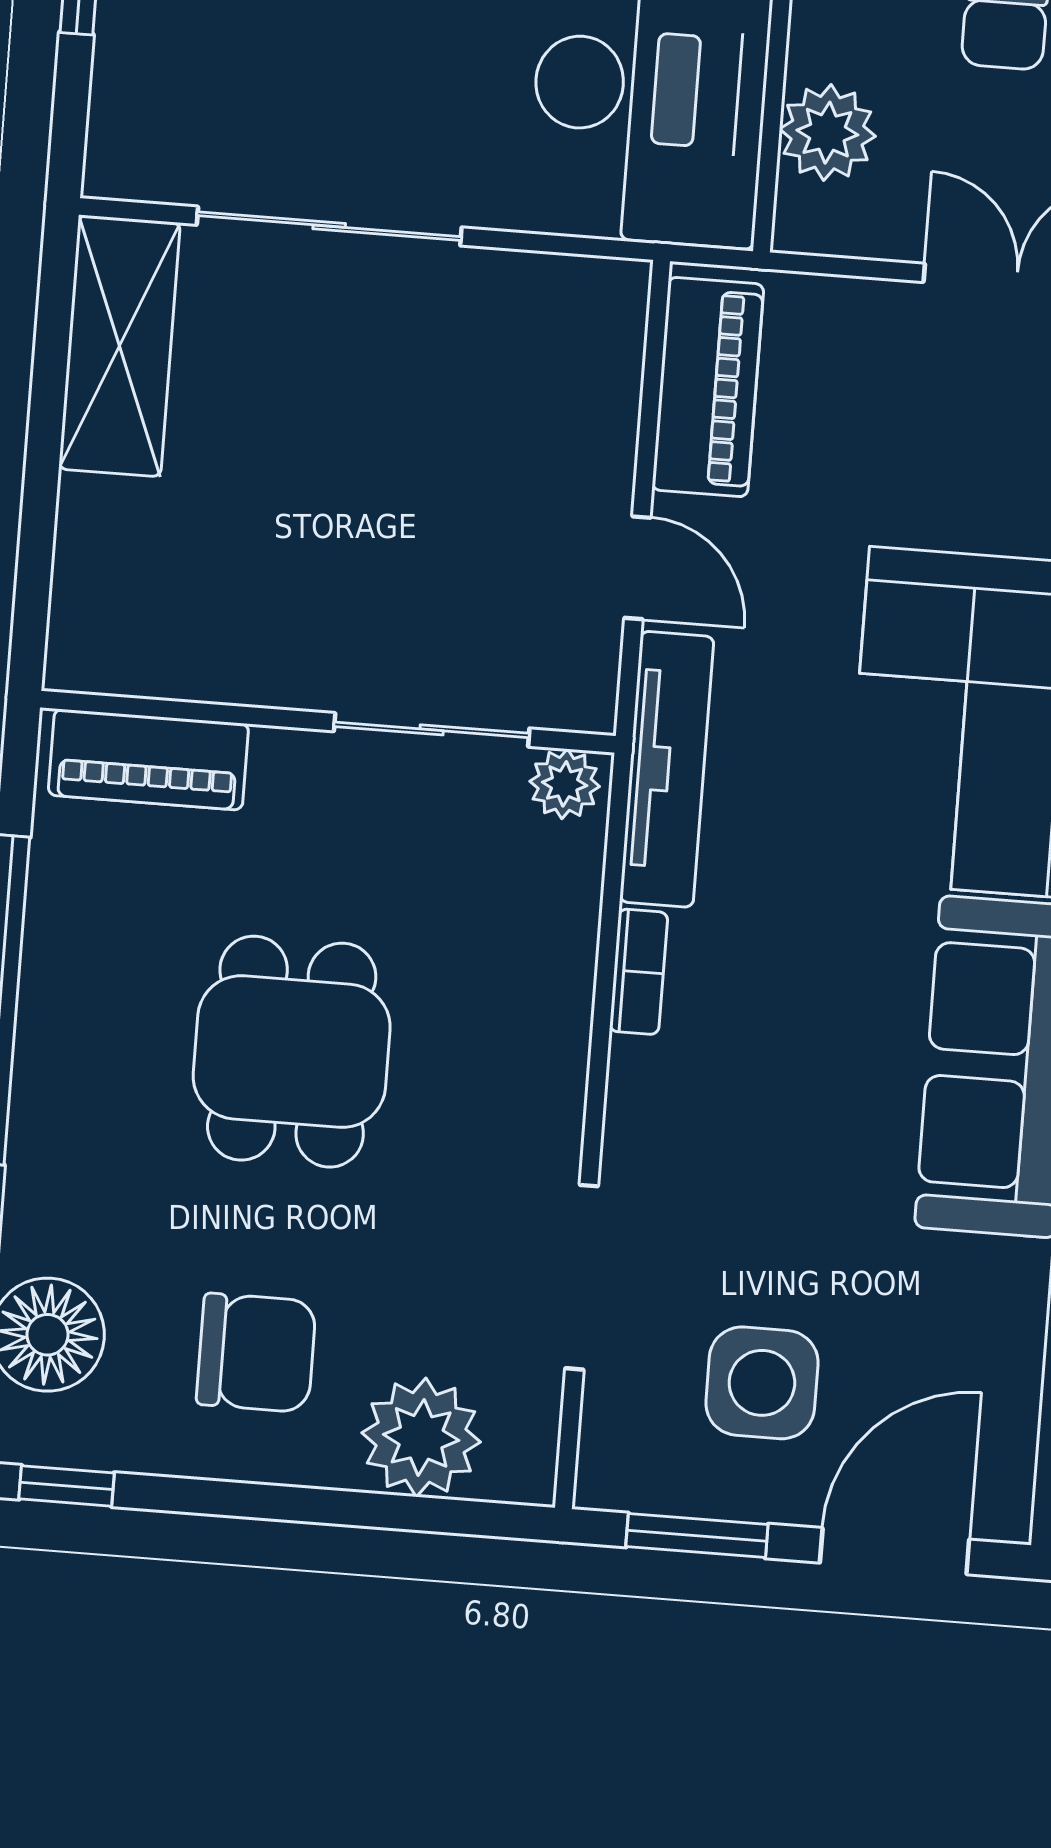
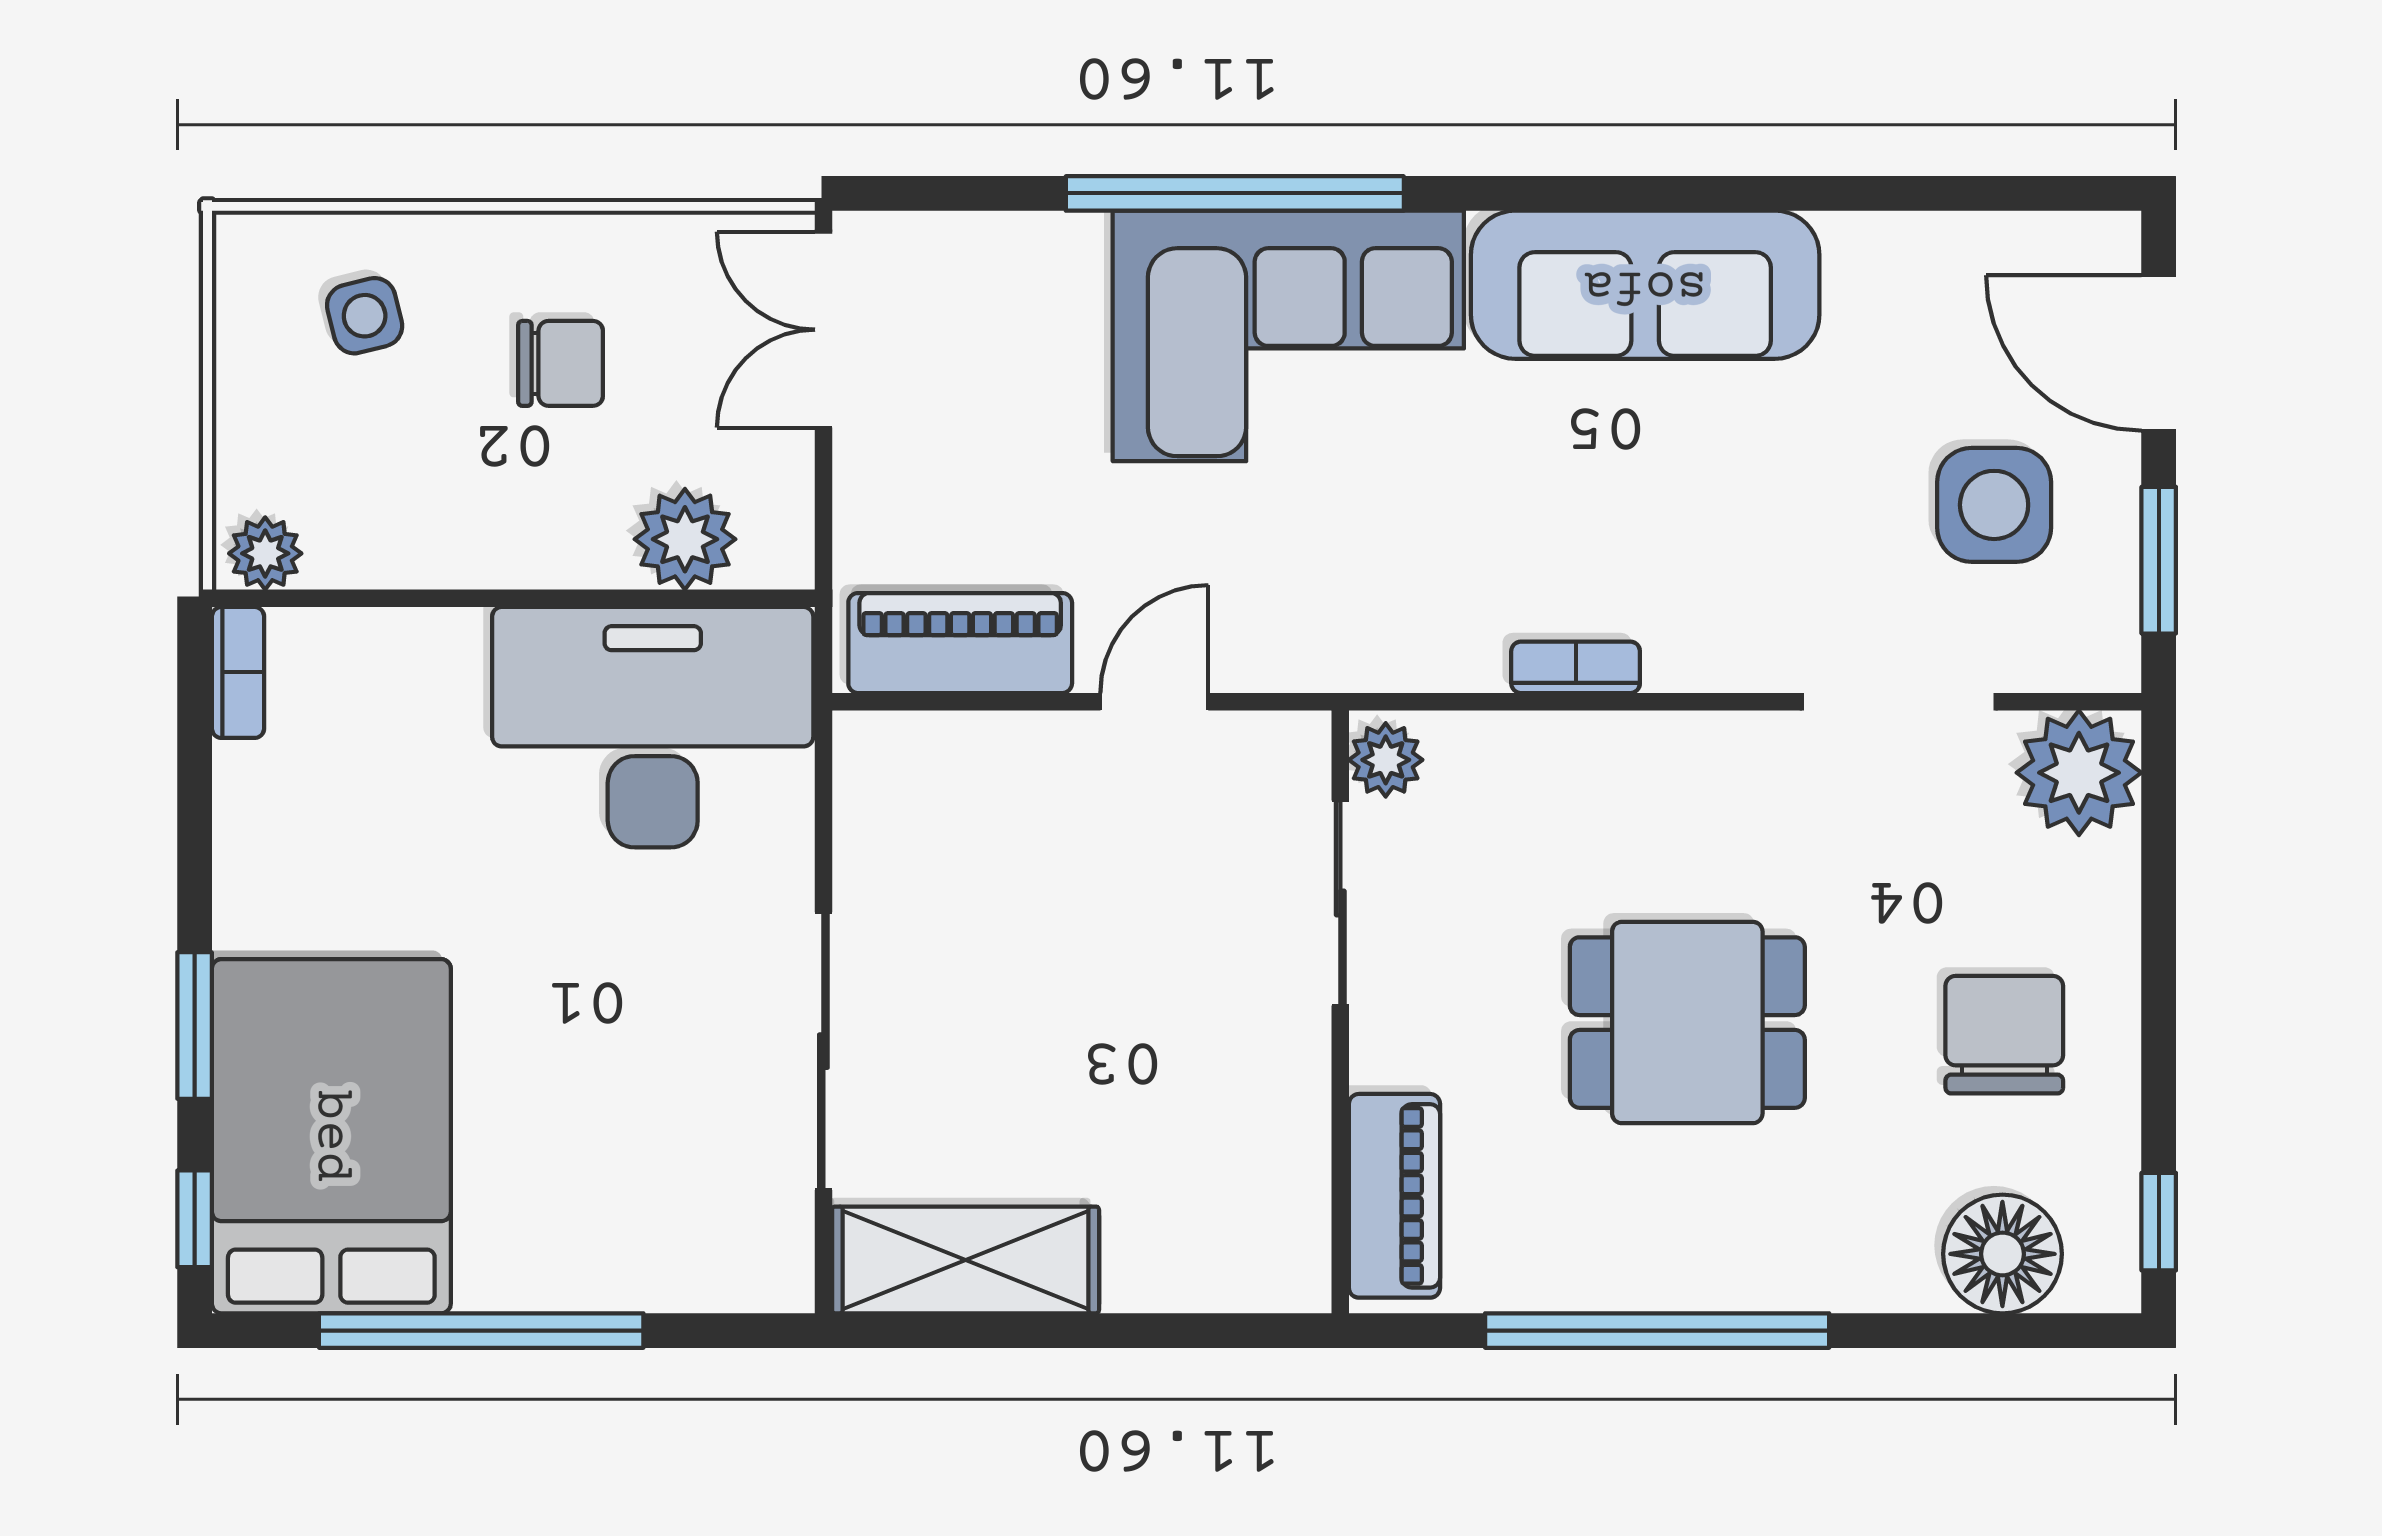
tv unit: (667, 769) -> (1362, 655), removed
plant: (421, 1437) -> (2079, 773), moved

